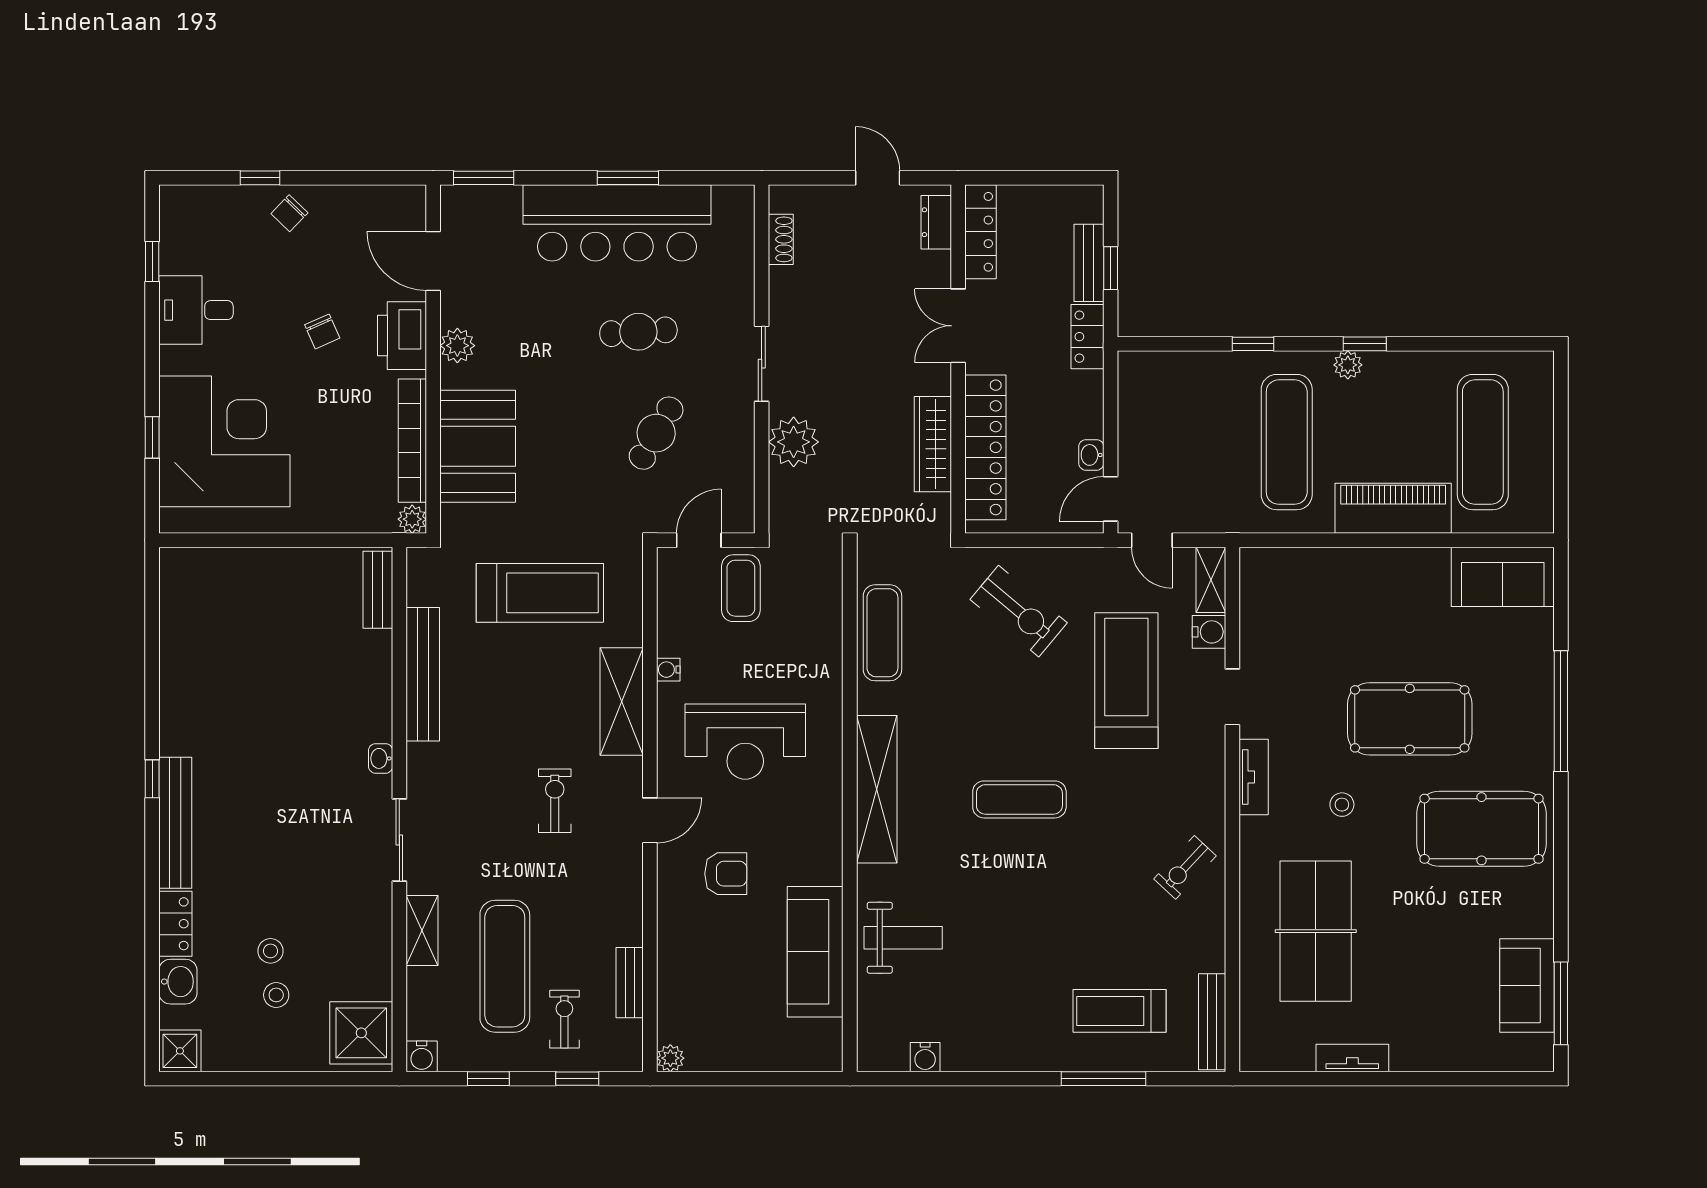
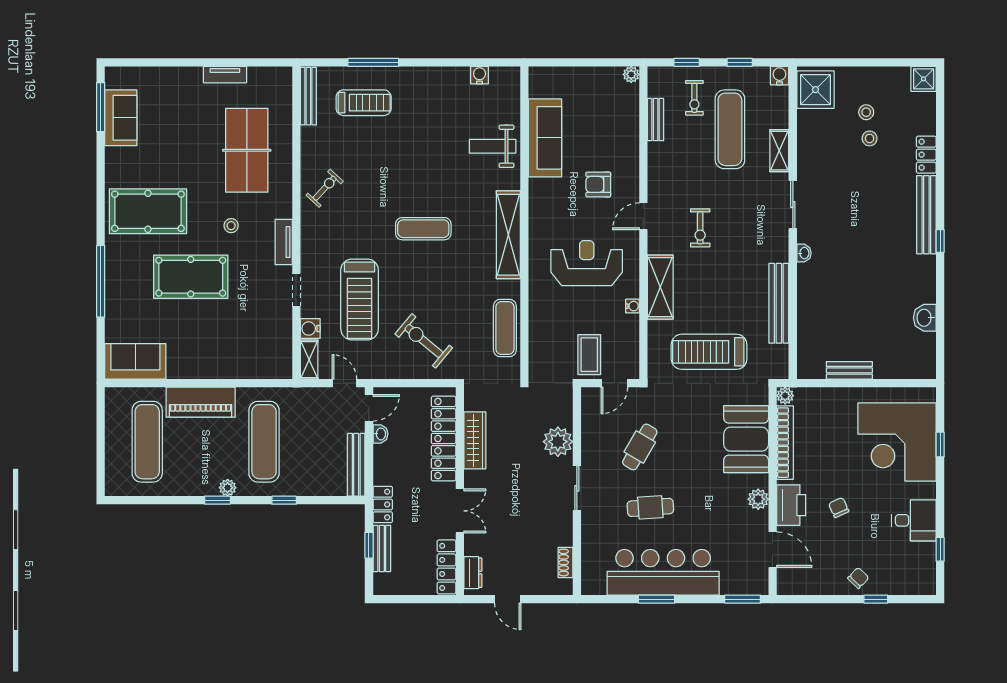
bench: (1132, 403) -> (356, 465), added
bench: (378, 590) -> (849, 370), moved, turned 90
washbasin: (178, 982) -> (925, 318), moved

